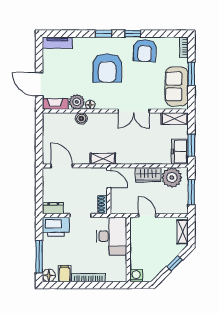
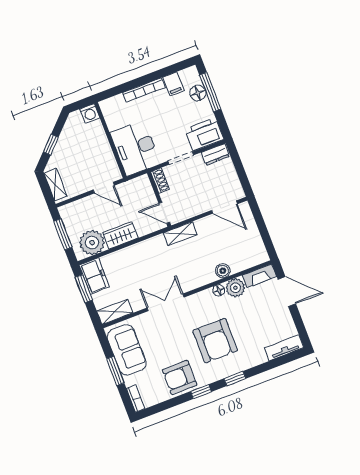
armchair: (145, 51) -> (180, 377), turned -93
armchair: (107, 68) -> (215, 341), turned 180
floor lamp: (49, 275) -> (198, 93), moved

